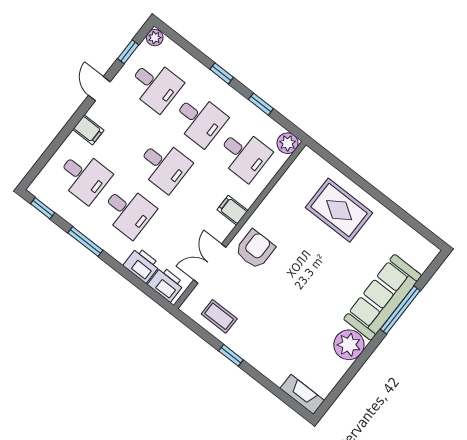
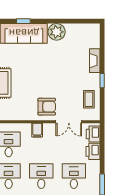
armchair: (255, 249) -> (47, 107), turned 180
window: (400, 310) -> (23, 21), width x0.46
fireplace: (302, 394) -> (95, 61), moved

